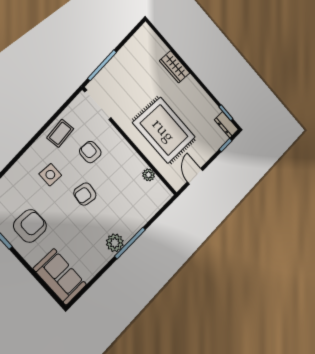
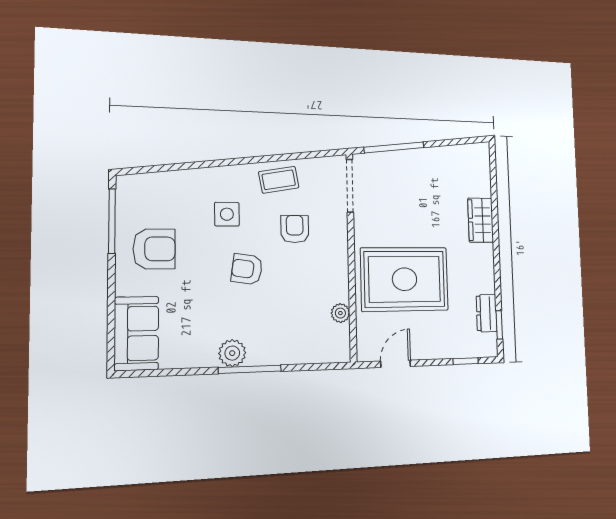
dresser: (226, 125) -> (487, 313), moved
rug: (164, 130) -> (405, 279), turned 90

